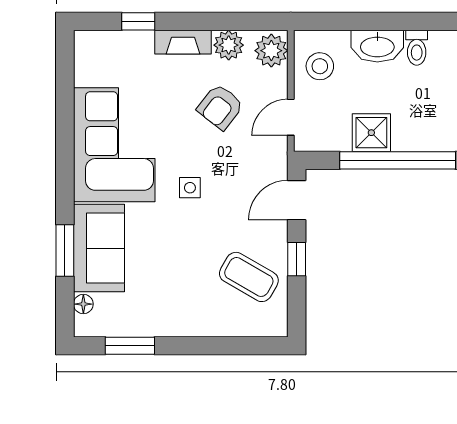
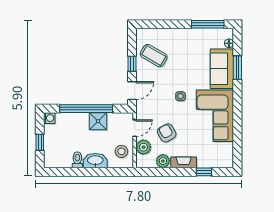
plant: (271, 51) -> (143, 147), moved
armchair: (220, 107) -> (167, 133), turned -67
window: (130, 346) -> (208, 24), width x1.44

